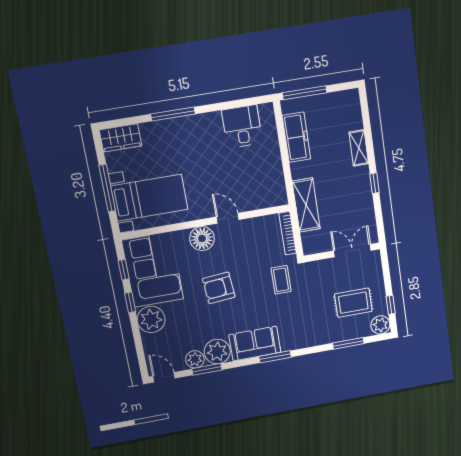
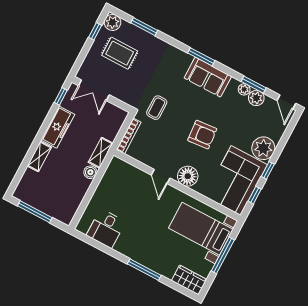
window: (305, 93) -> (35, 212), moved
freezer: (296, 137) -> (58, 127), moved, turned 180
boiler: (298, 170) -> (90, 172), added
window: (375, 183) -> (61, 96), moved
shelving: (306, 205) -> (101, 153), width x0.67, depth x0.75
plant: (217, 352) -> (244, 89), width x0.53, depth x0.53

